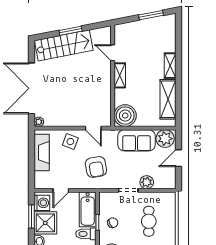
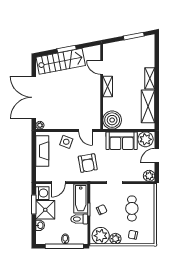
plant: (147, 182) -> (149, 176), moved

